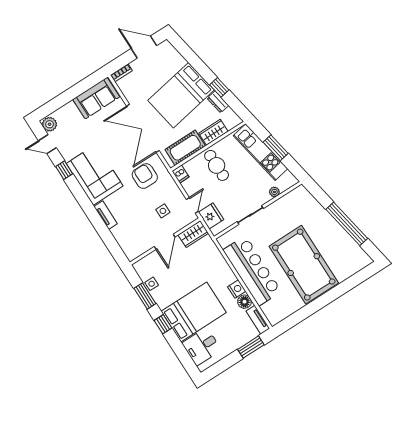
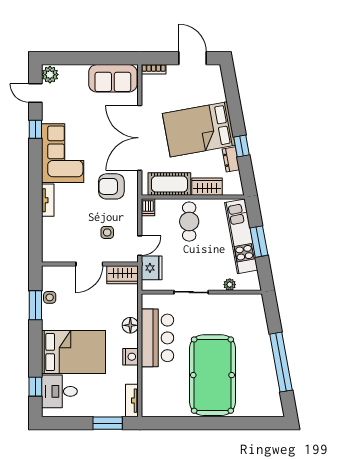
armchair: (145, 176) -> (111, 186), turned -90
bar counter: (252, 271) -> (157, 338), width x0.73
floor lamp: (245, 302) -> (130, 325), moved
window: (163, 324) -> (35, 387), moved

